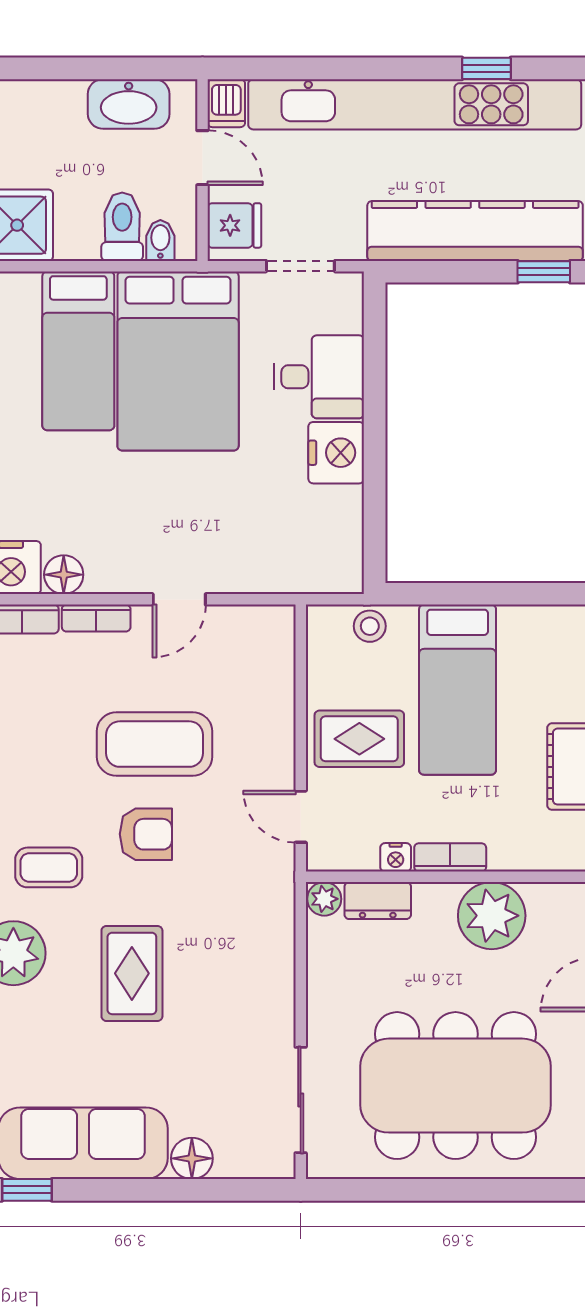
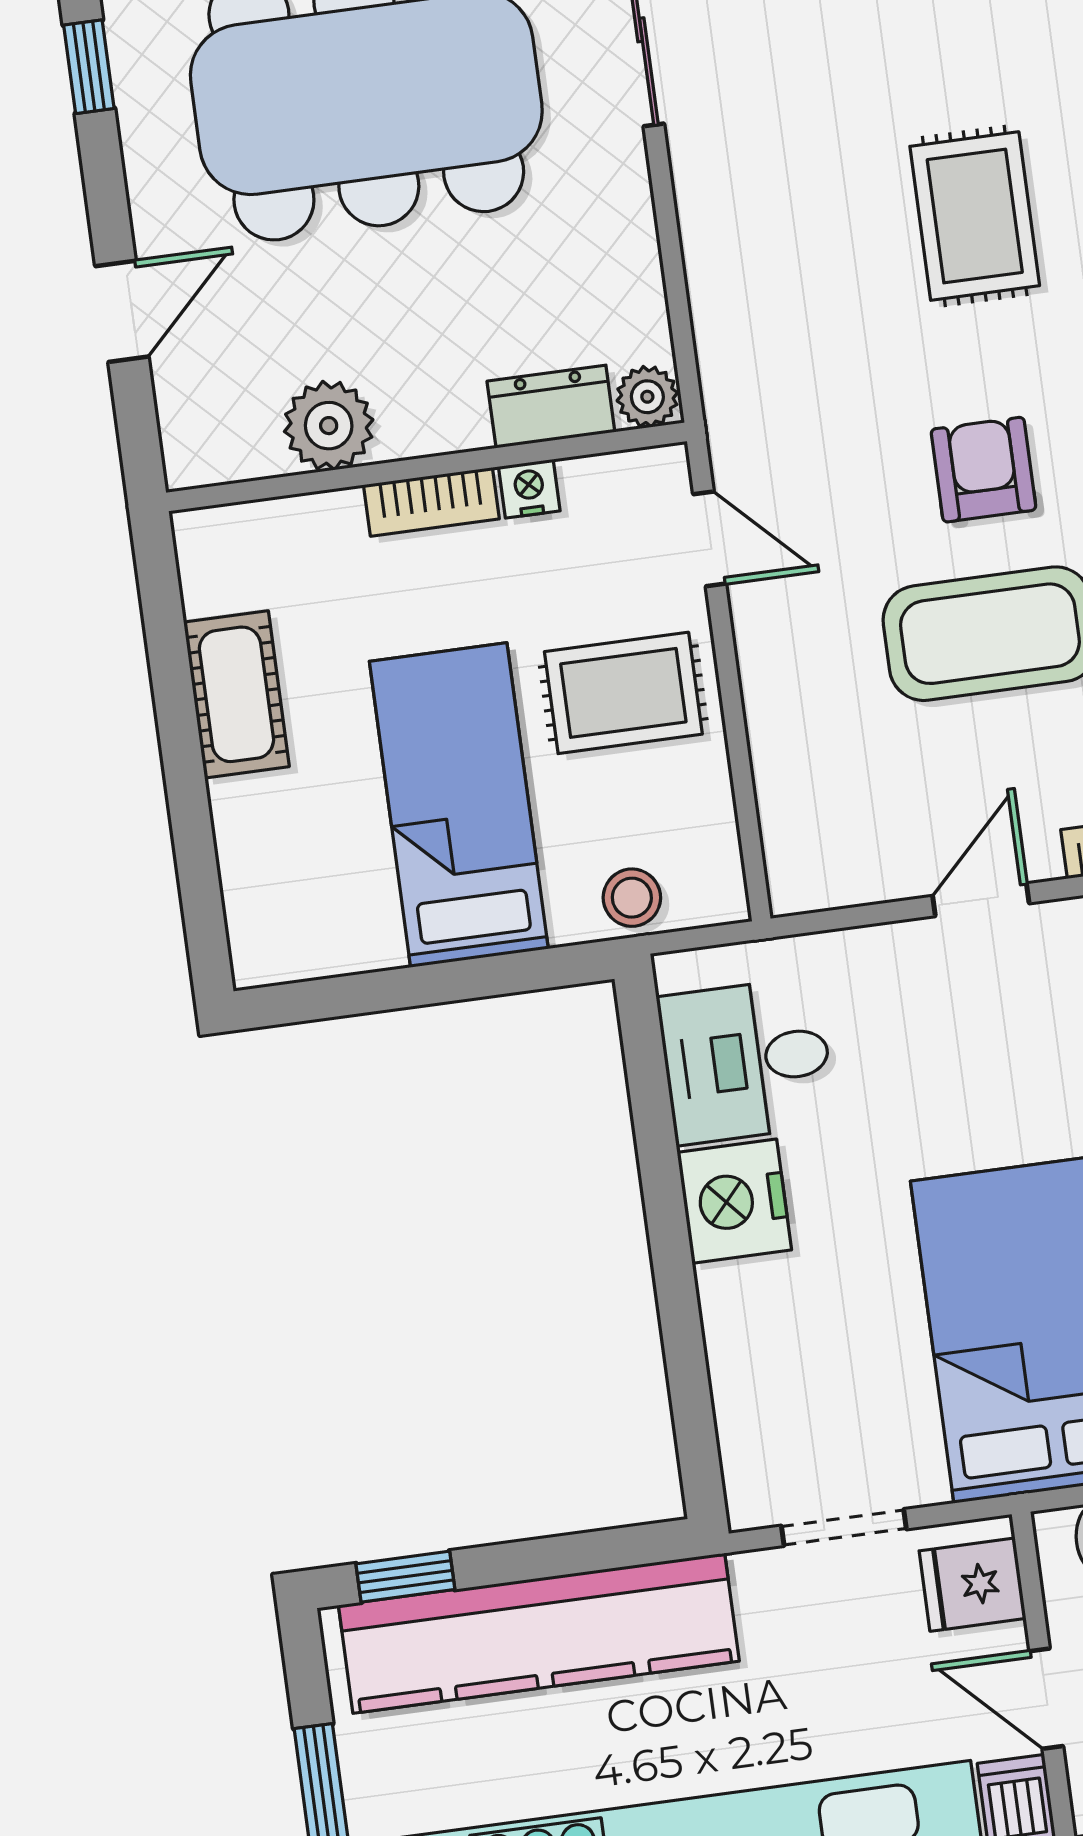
desk: (319, 377) -> (747, 1061), moved
armchair: (146, 834) -> (984, 470), turned 90
plant: (492, 916) -> (329, 426), width x0.73, depth x0.73

